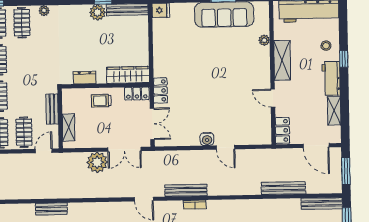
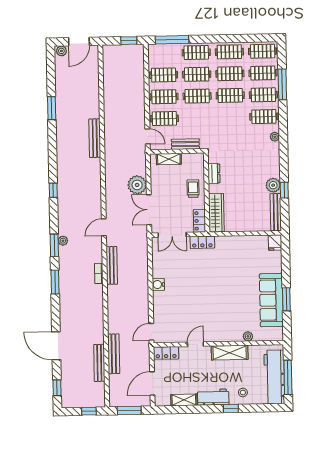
door: (226, 147) -> (151, 332), moved
bench: (322, 203) -> (99, 363), moved
bench: (51, 209) -> (95, 138), width x1.36

